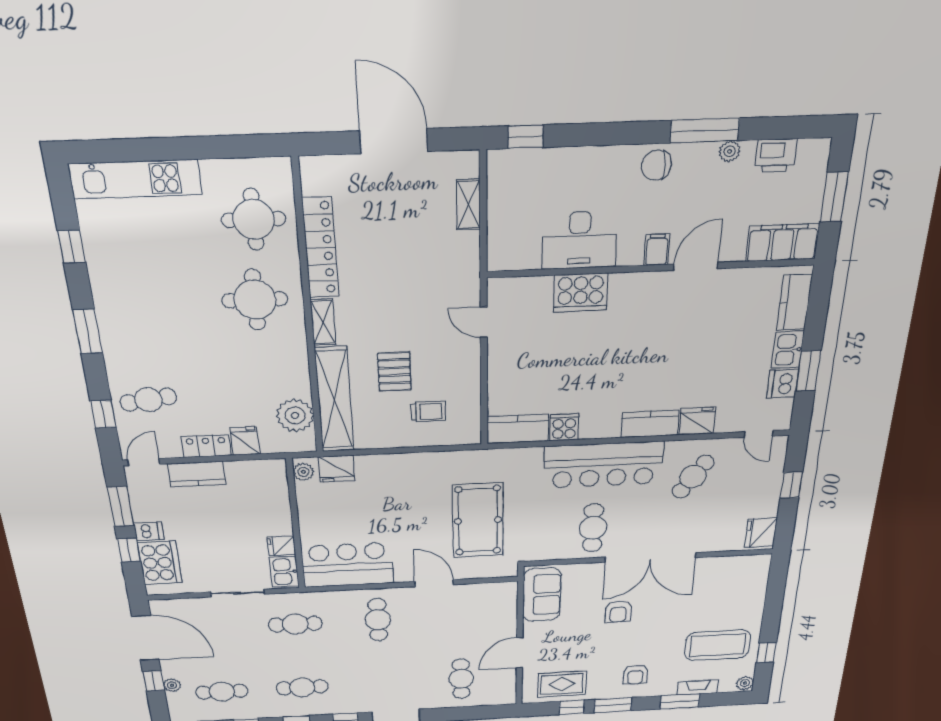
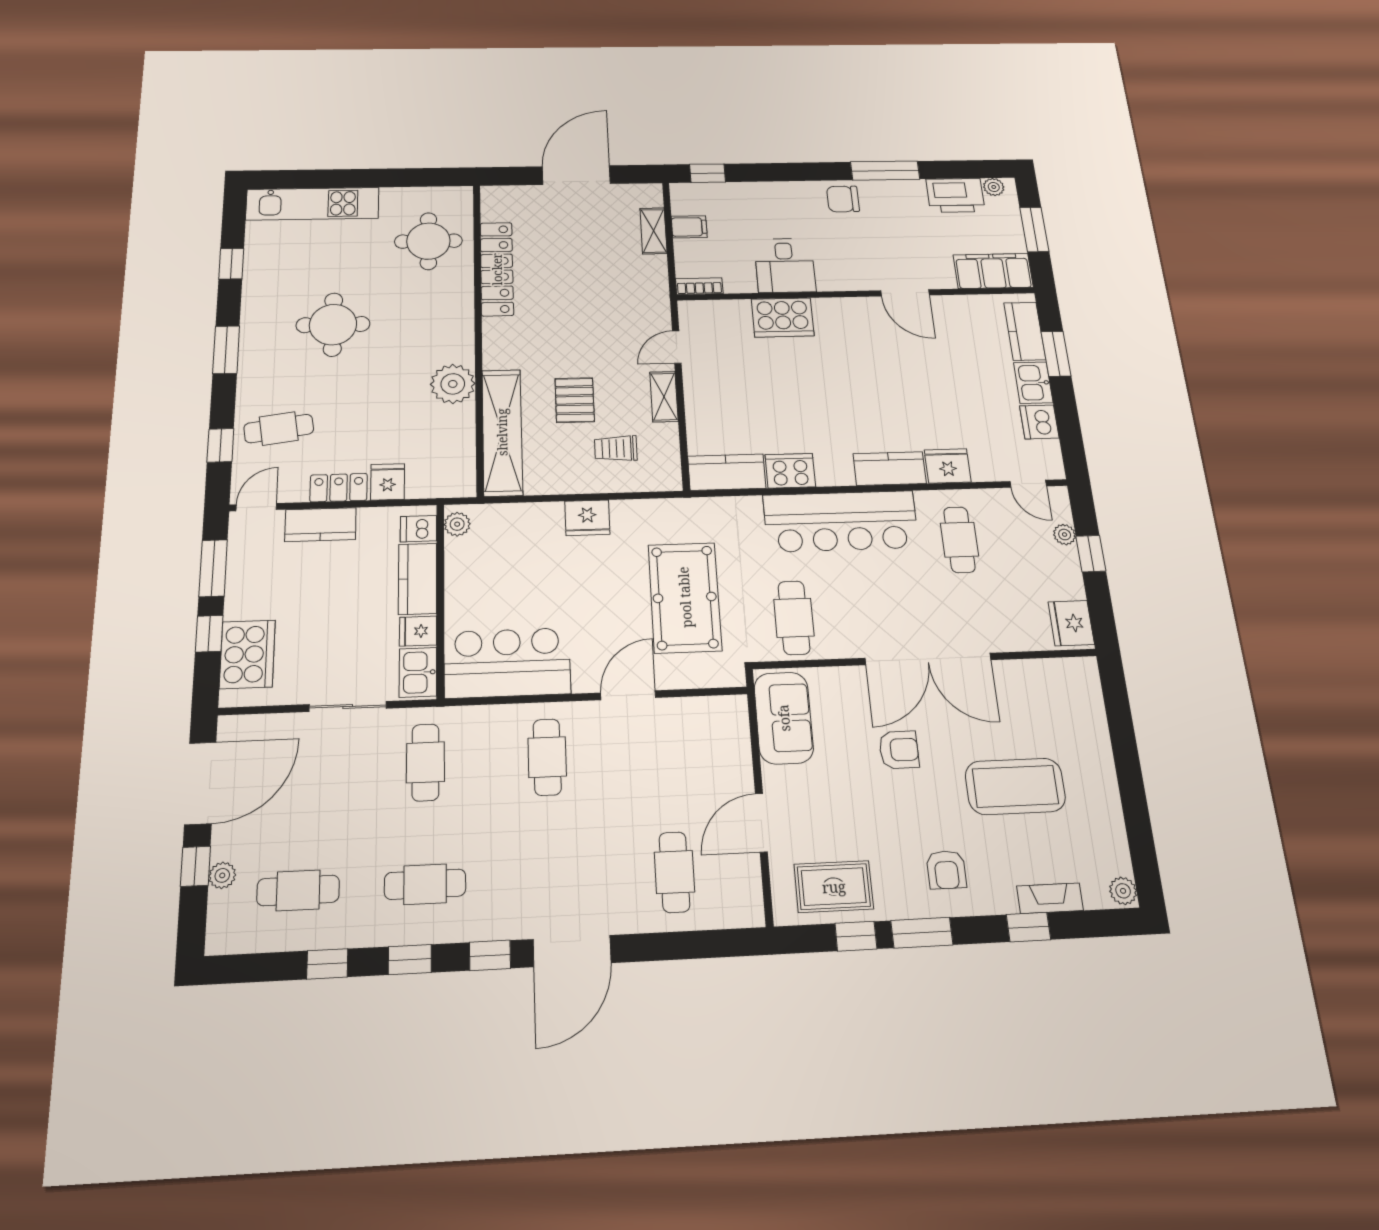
door: (394, 141) -> (576, 175), hinge flipped
plant: (730, 151) -> (994, 187), moved
printer: (776, 156) -> (955, 195), width x1.37, depth x1.19
desk: (580, 240) -> (785, 265), width x0.73
filing cabinet: (657, 250) -> (689, 227), moved, turned 90
bookcase: (508, 263) -> (699, 286), added
door: (696, 266) -> (905, 293), swing flipped
round table: (255, 300) -> (333, 325), moved
shelving: (323, 322) -> (664, 397), moved
door: (484, 322) -> (677, 347), hinge flipped
window: (808, 371) -> (1056, 354), moved
trolley: (428, 411) -> (616, 448), turned 180
plant: (295, 415) -> (453, 384), moved
cooker: (564, 427) -> (790, 471), width x1.36
fridge: (337, 469) -> (587, 518), moved
plant: (775, 472) -> (1065, 535), added
cafe table: (693, 477) -> (959, 540), turned -35
kitchen counter: (277, 511) -> (418, 579), added
cafe table: (593, 528) -> (794, 618), moved
dishwasher: (149, 531) -> (418, 529), moved, turned 180
door: (434, 583) -> (628, 695), hinge flipped
armchair: (618, 612) -> (899, 750), turned -90
cafe table: (295, 624) -> (425, 762), turned 90
door: (145, 638) -> (200, 783), hinge flipped
coffee table: (718, 645) -> (1015, 786), moved
window: (766, 653) -> (1139, 831), removed
window: (680, 701) -> (1028, 927), width x0.67

